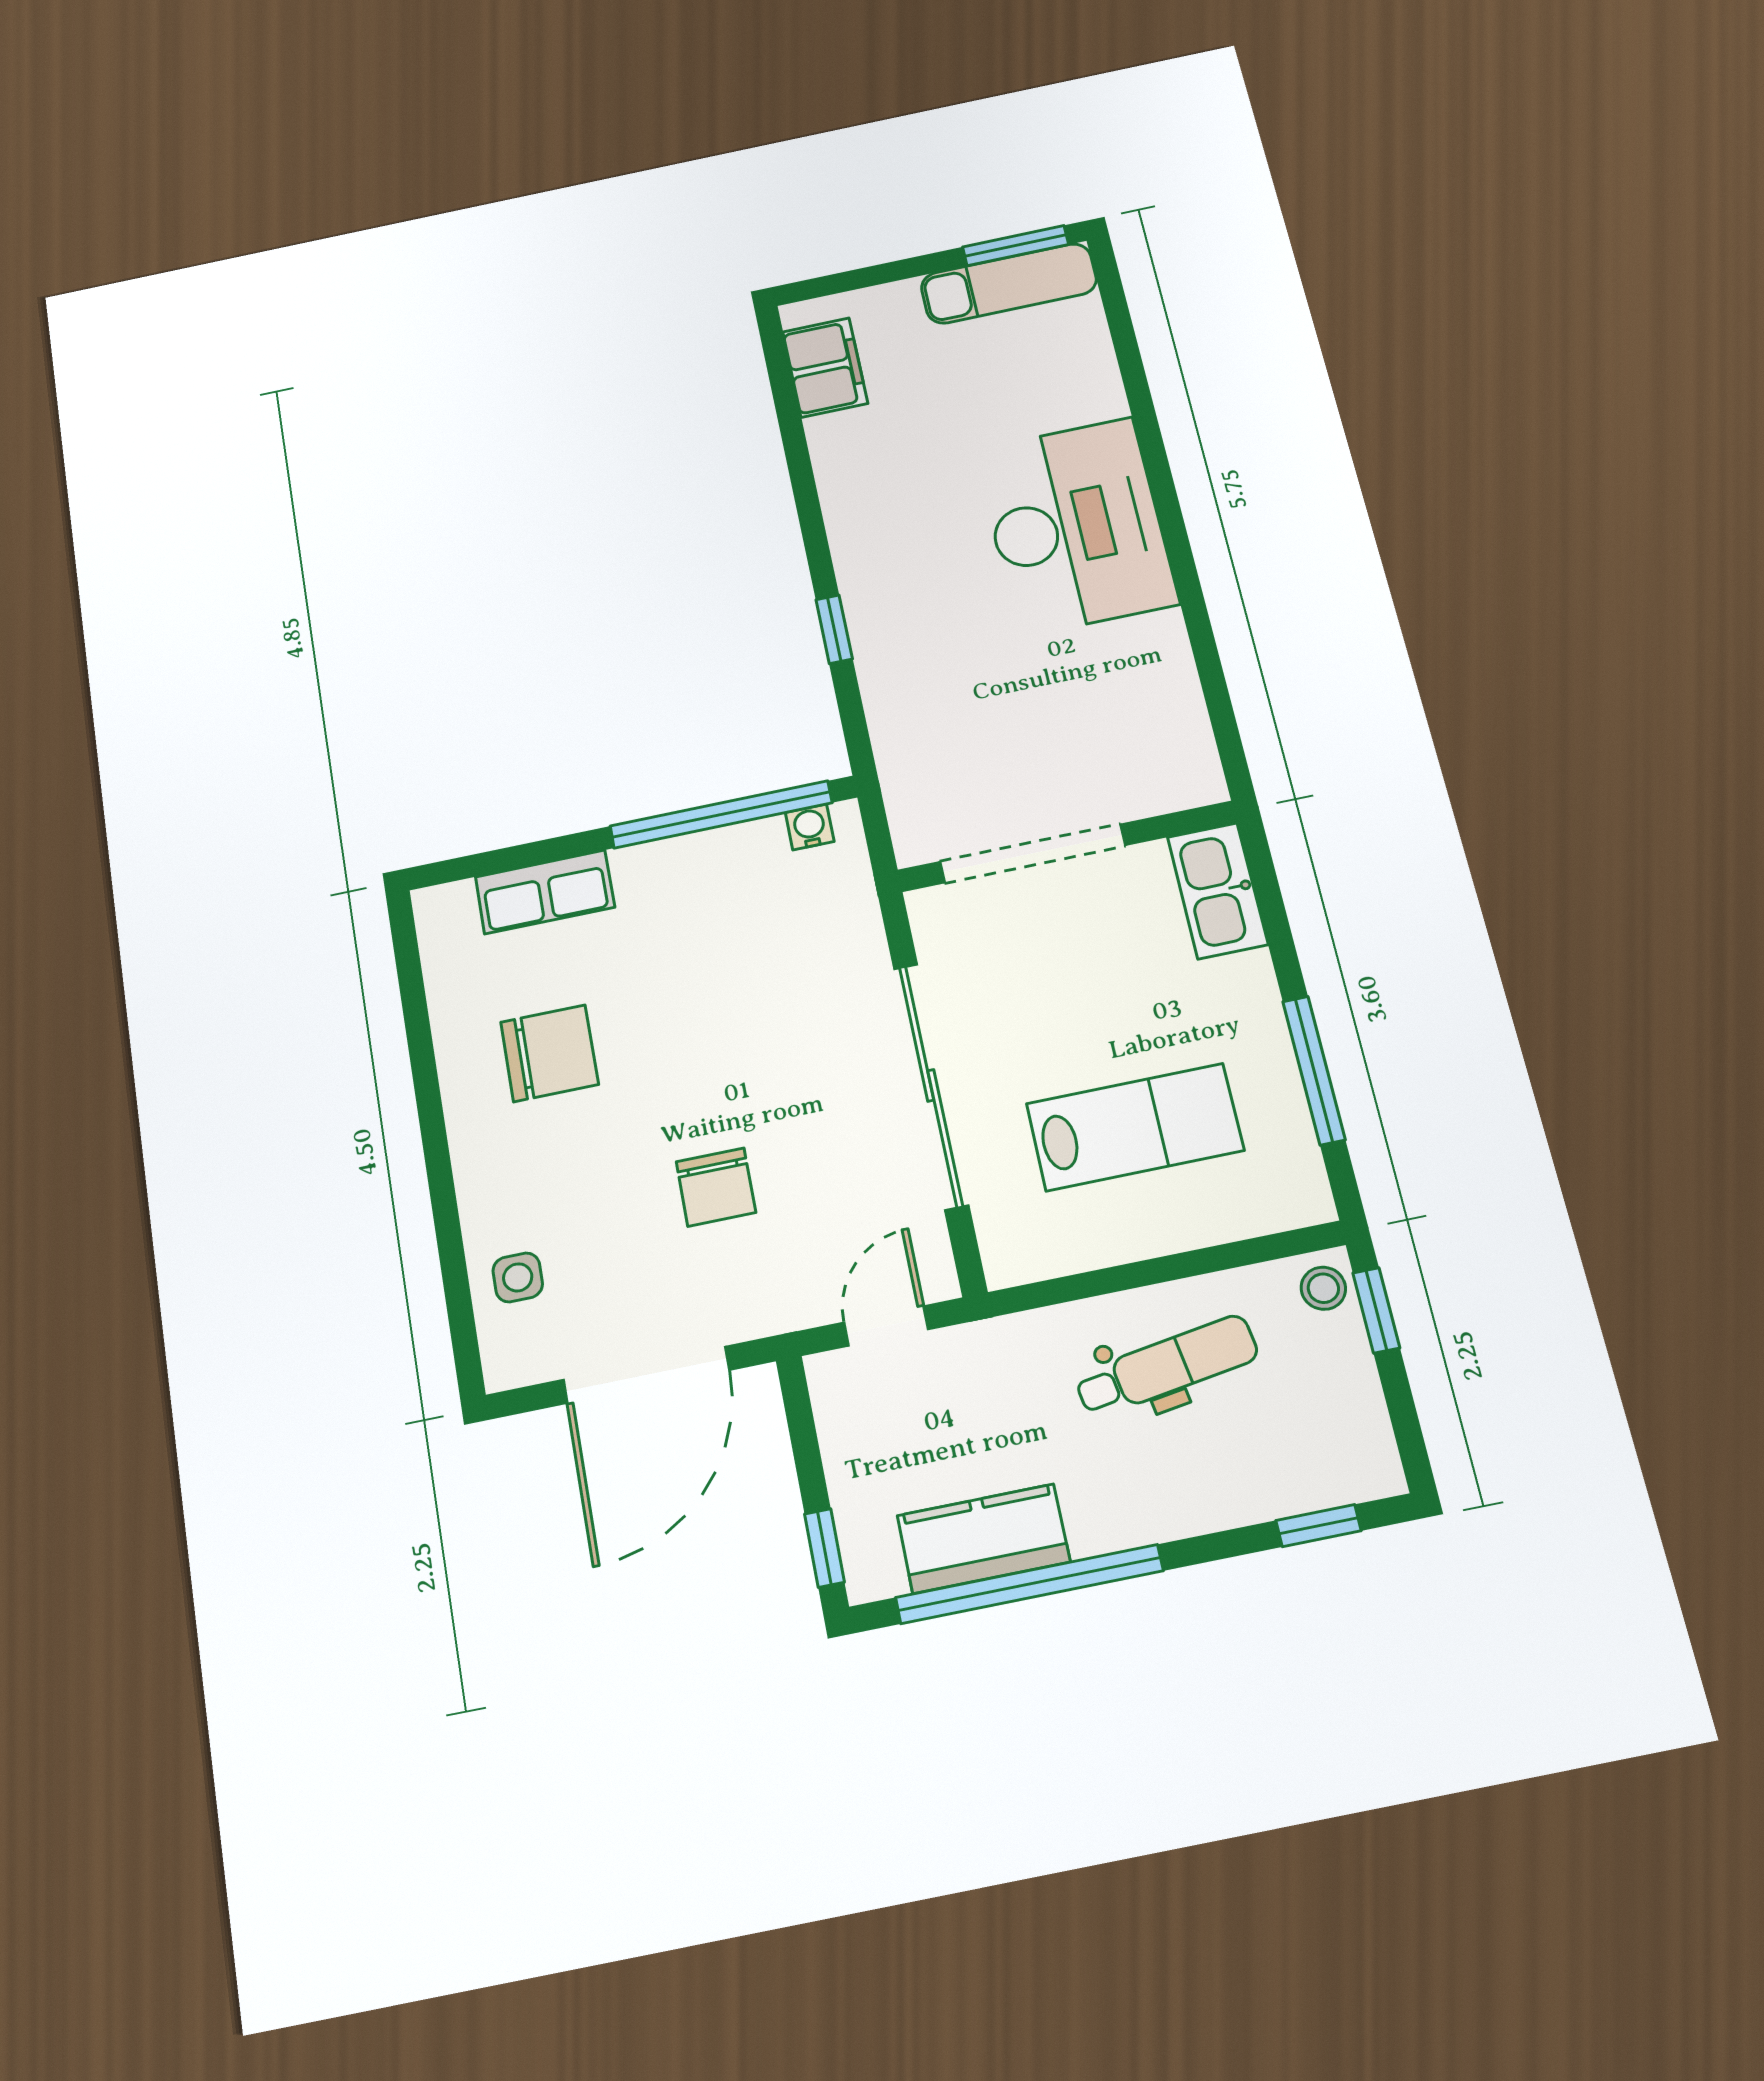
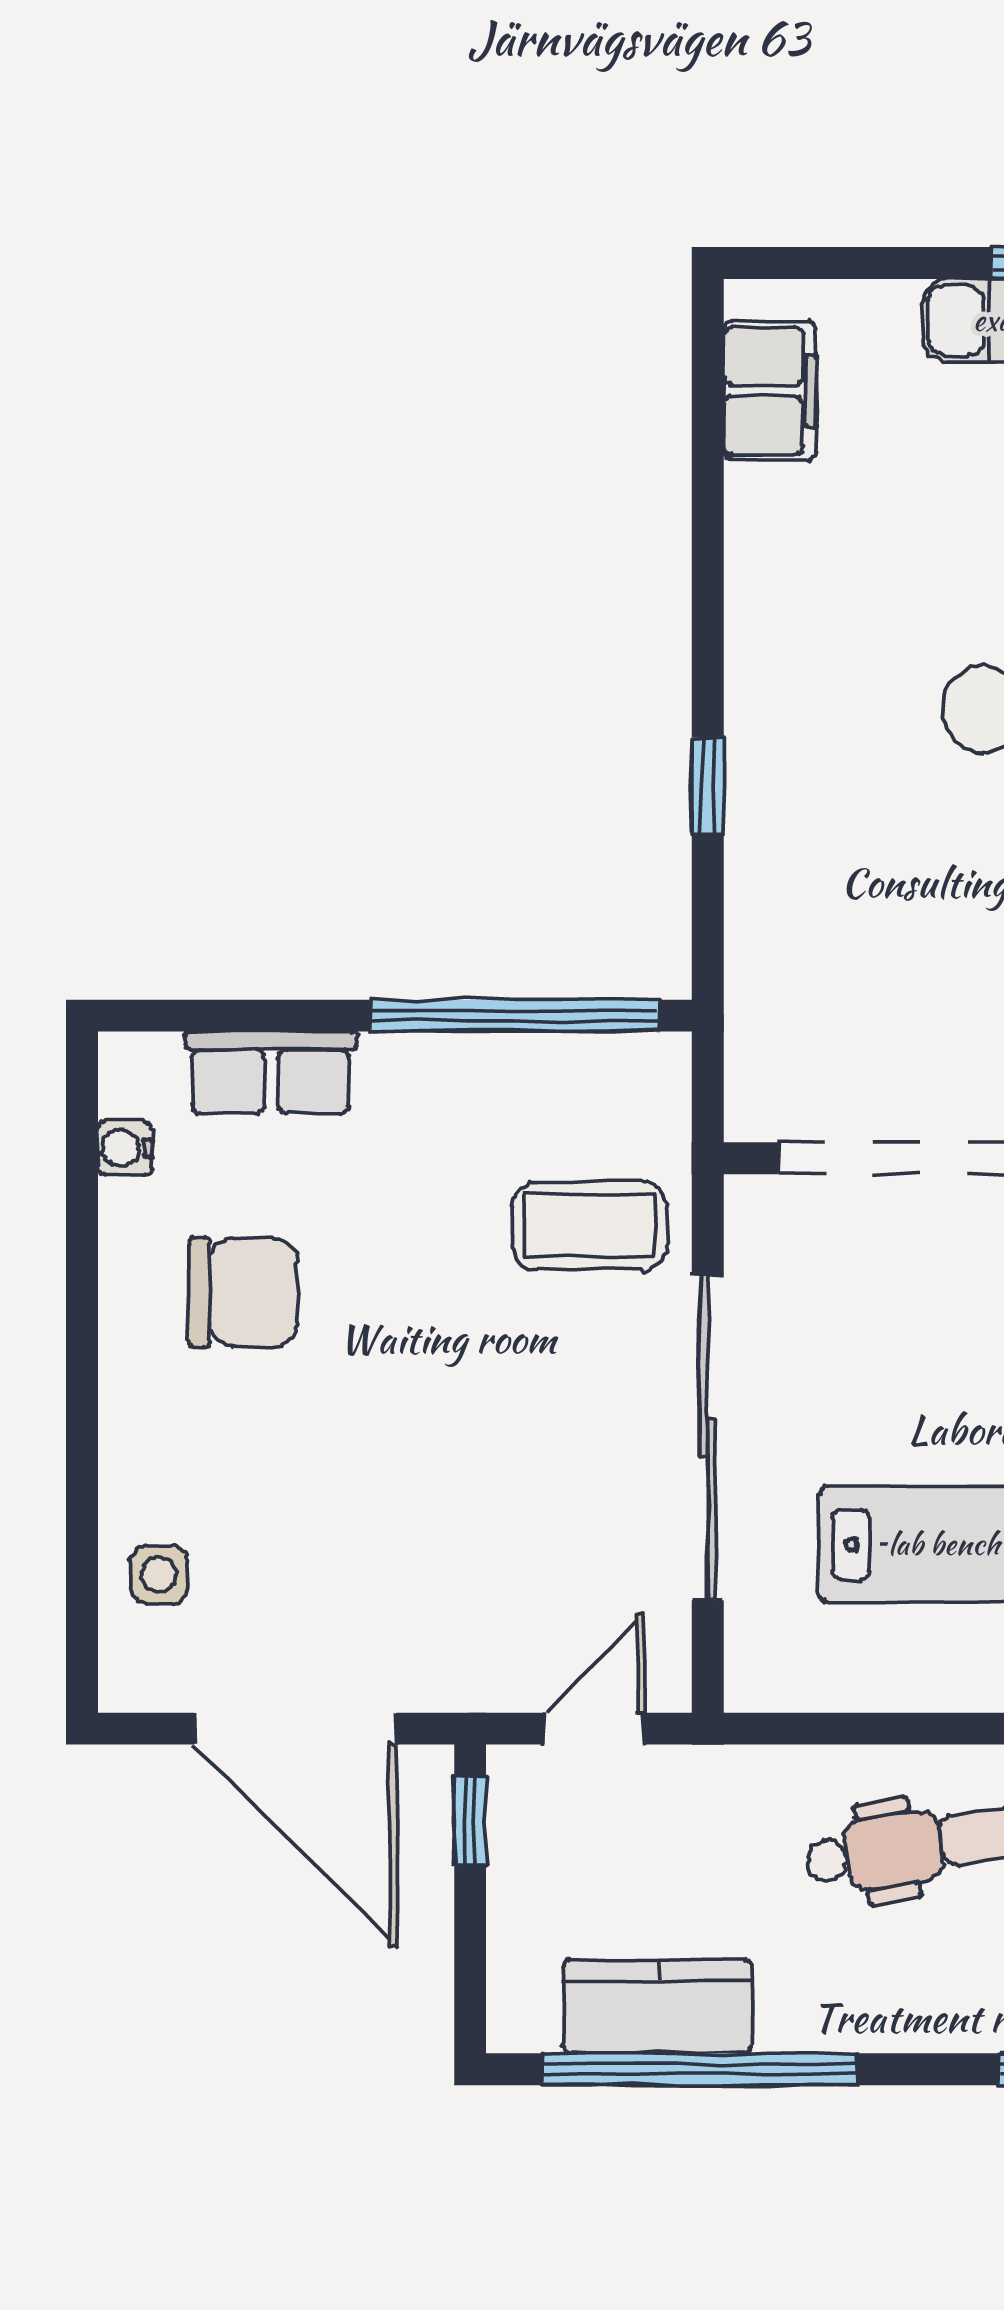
water cooler: (810, 827) -> (125, 1148), moved, turned -90
coffee table: (807, 950) -> (590, 1226), added
chair: (716, 1187) -> (421, 1511), removed
door: (646, 1375) -> (295, 1729), hinge flipped
window: (824, 1548) -> (470, 1821), moved

